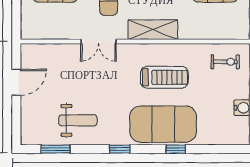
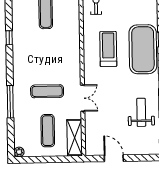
shelving: (153, 30) -> (75, 138), moved

